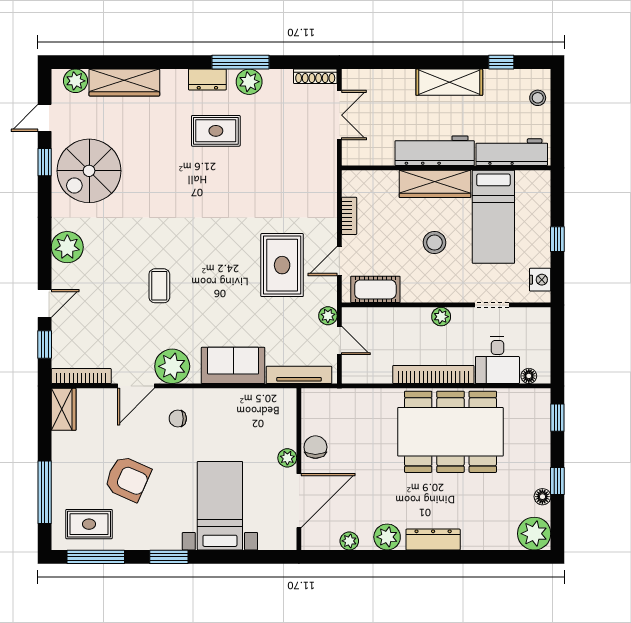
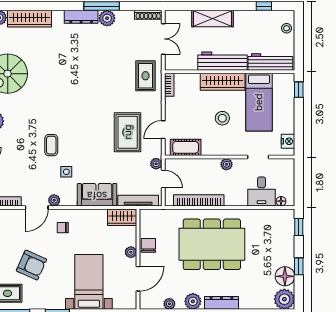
dresser: (207, 79) -> (81, 17), width x1.44
shelving: (449, 82) -> (212, 18), moved
rug: (216, 131) -> (145, 76), moved, turned 90
bookcase: (349, 216) -> (169, 85), moved
window: (557, 239) -> (299, 90), moved
side table: (184, 329) -> (66, 172), added
plant: (172, 366) -> (54, 200), width x0.53, depth x0.53
bookcase: (433, 375) -> (199, 200), moved
wardrobe: (273, 402) -> (122, 217), added
dining table: (450, 432) -> (212, 244), moved
floor lamp: (542, 497) -> (285, 276), width x1.89, depth x1.89
door: (299, 501) -> (138, 279), width x0.73

